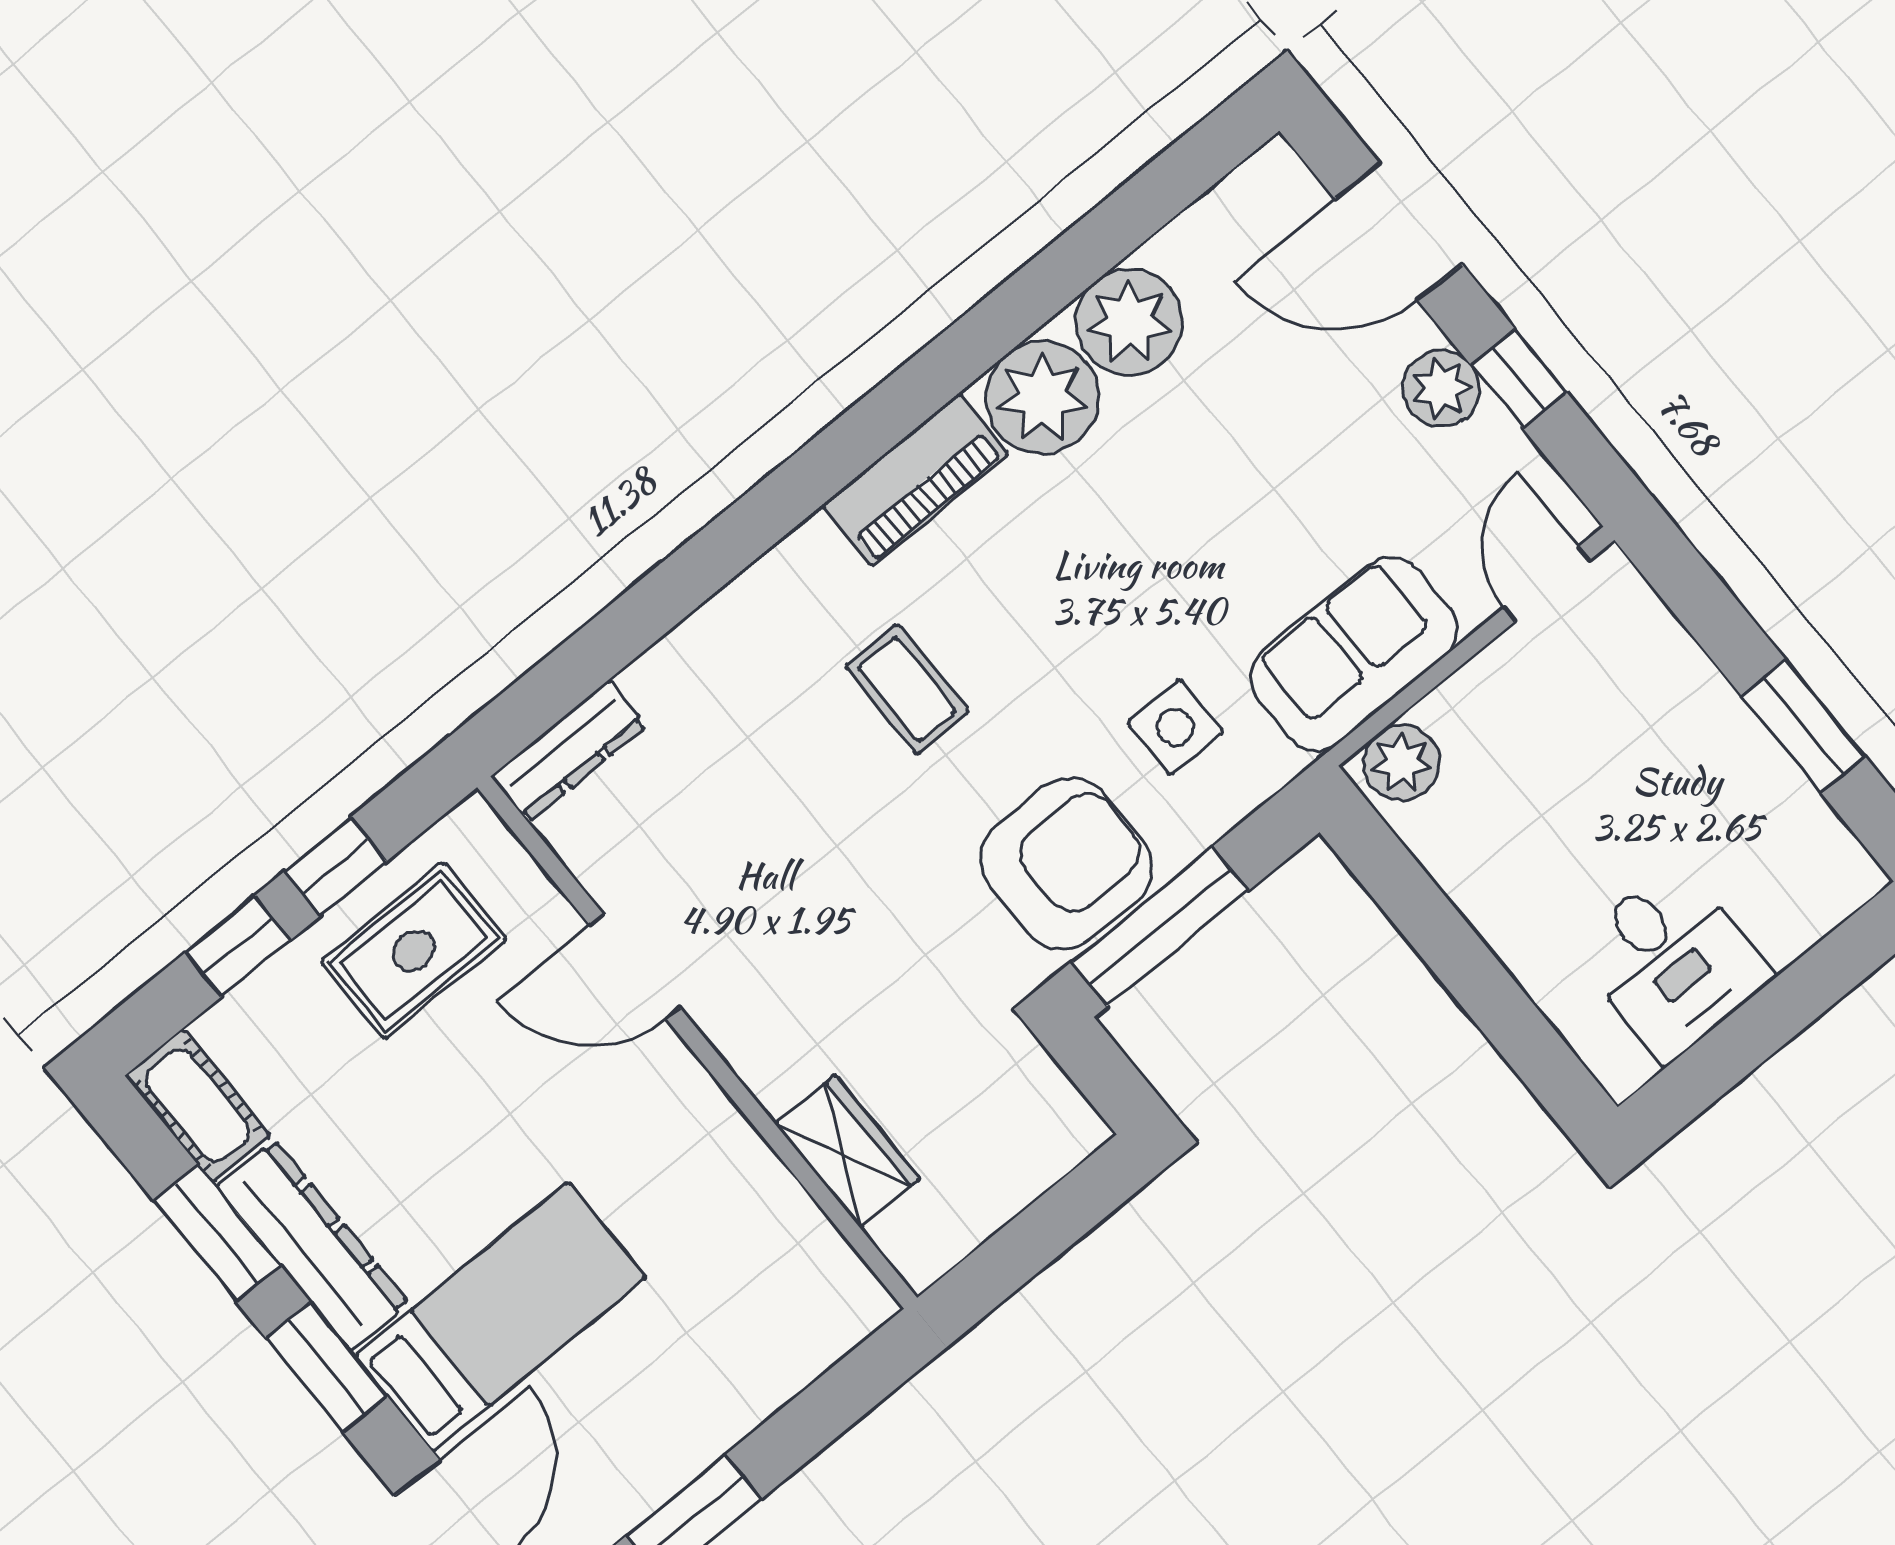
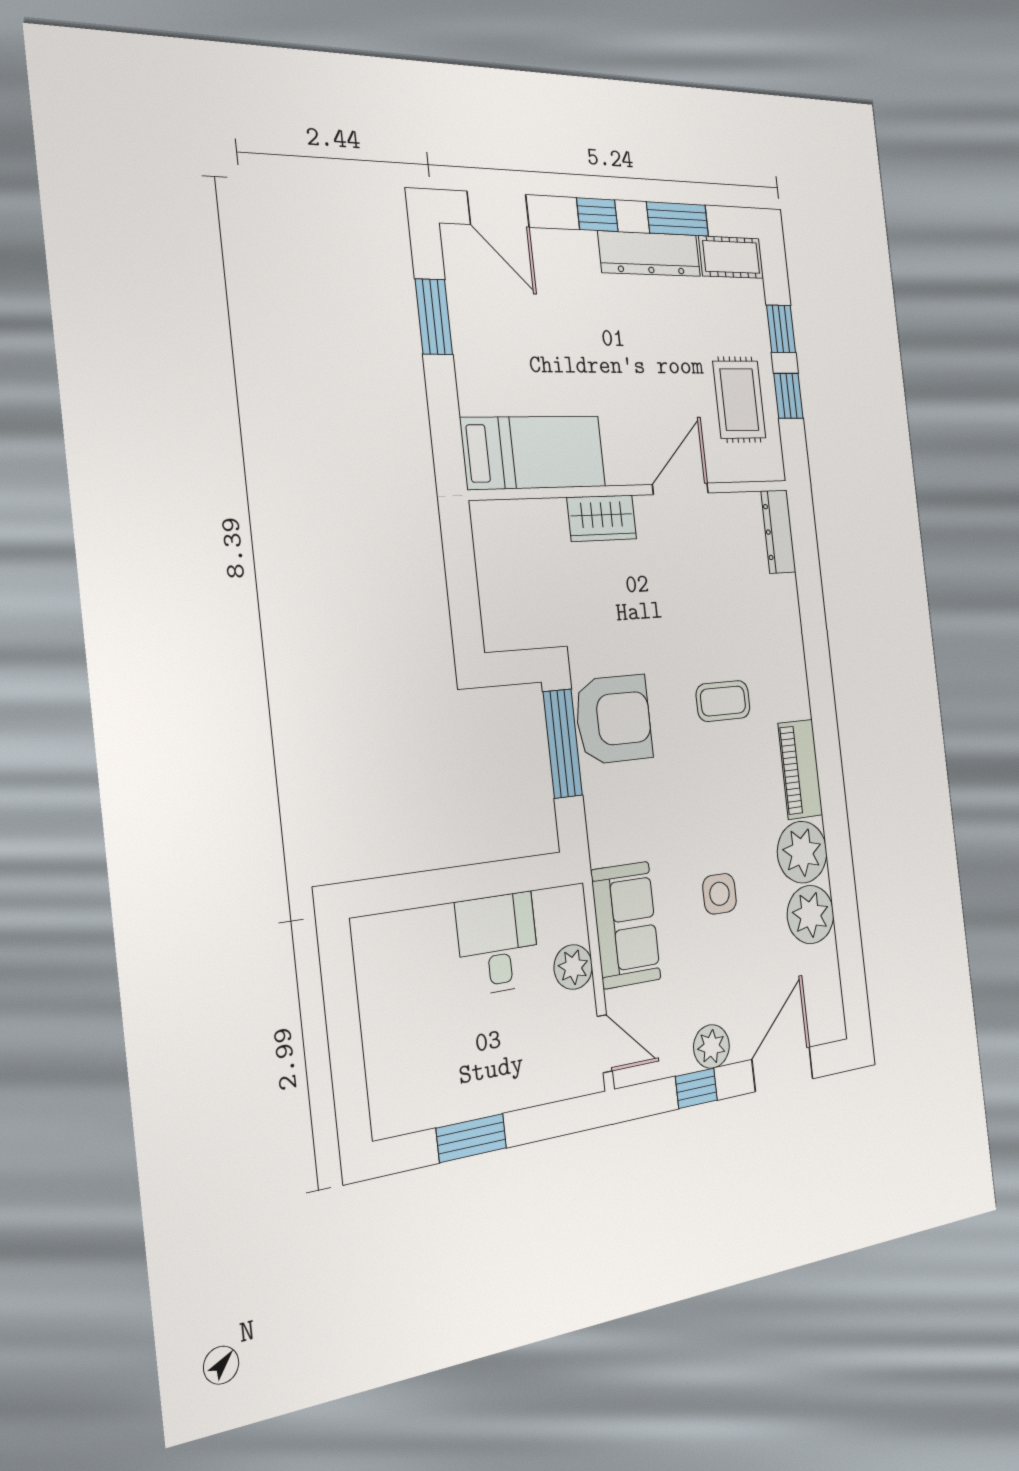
side table: (1175, 727) -> (719, 894), moved
plant: (1401, 763) -> (573, 967), moved
armchair: (1066, 864) -> (614, 719), turned -90
desk: (1671, 962) -> (498, 943), moved, turned 90
wardrobe: (848, 1151) -> (602, 518), moved
bed: (500, 1317) -> (534, 452), moved, turned -90
window: (327, 1367) -> (597, 215), width x0.67

